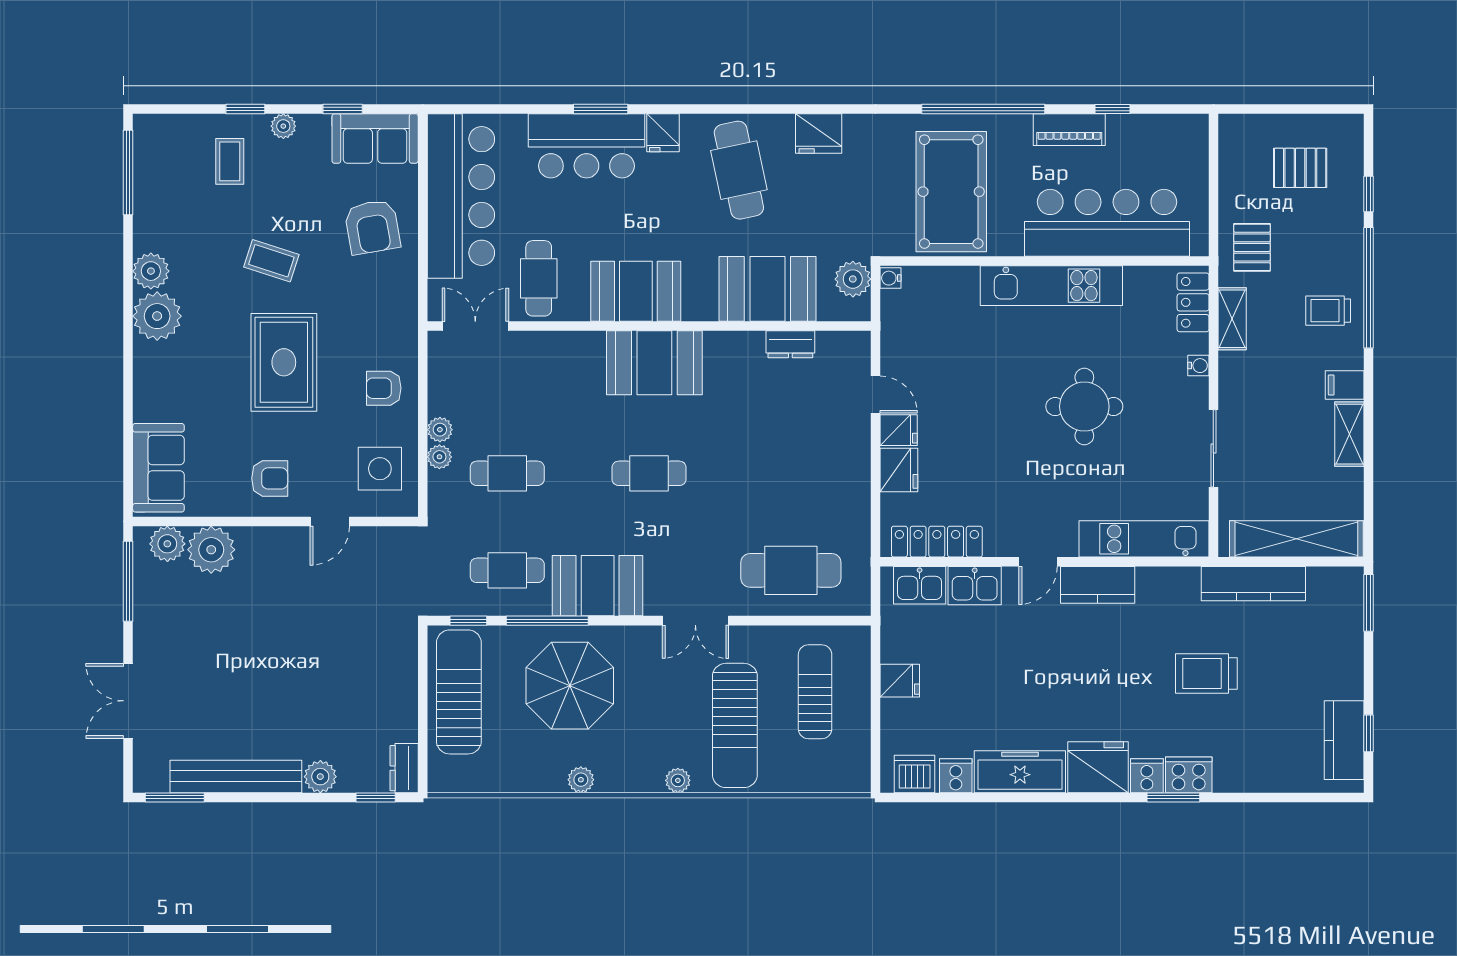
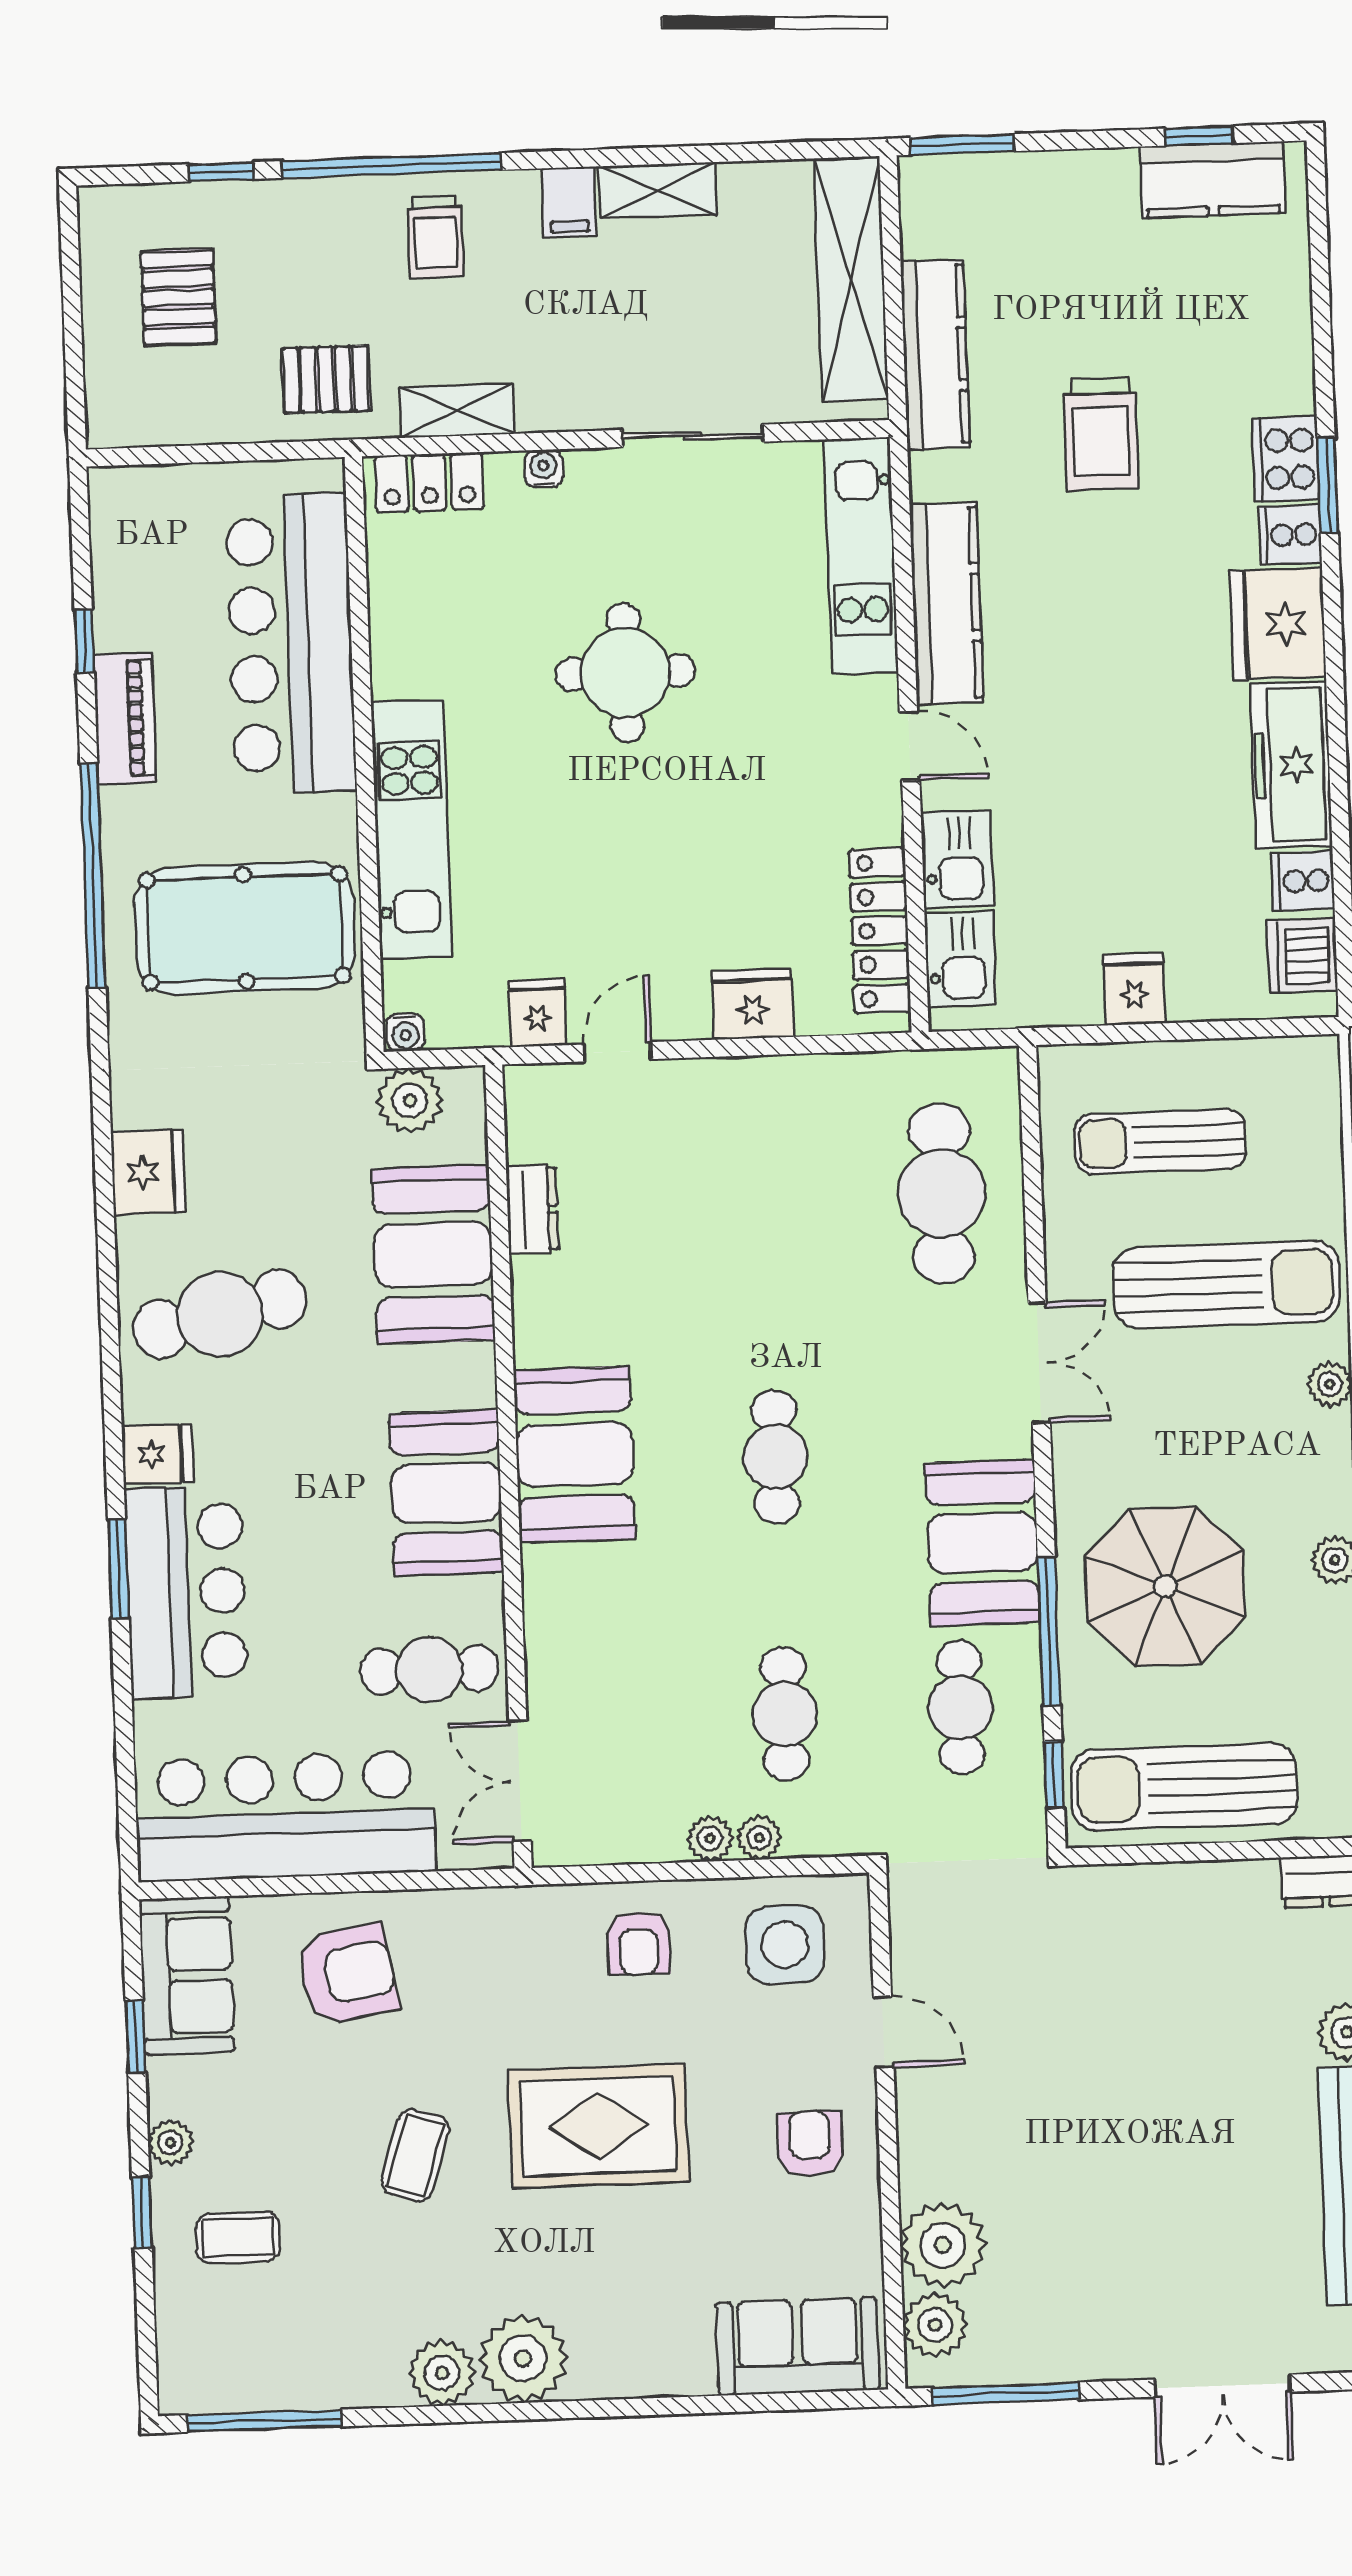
kitchen unit: (1051, 286) -> (412, 829), moved
fridge: (899, 430) -> (537, 1013), moved
kitchen counter: (1098, 585) -> (946, 603), width x1.50

